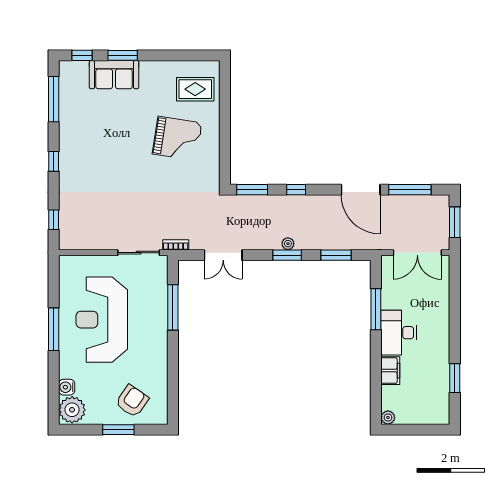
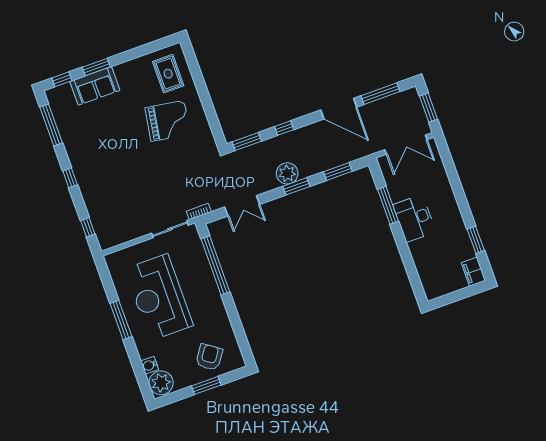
rug: (195, 89) -> (168, 74), turned 90
plant: (288, 244) -> (287, 173), width x1.87, depth x1.87
window: (173, 307) -> (215, 265), width x1.46
filing cabinet: (390, 371) -> (473, 272), moved, turned 180
plant: (388, 418) -> (431, 293), removed

